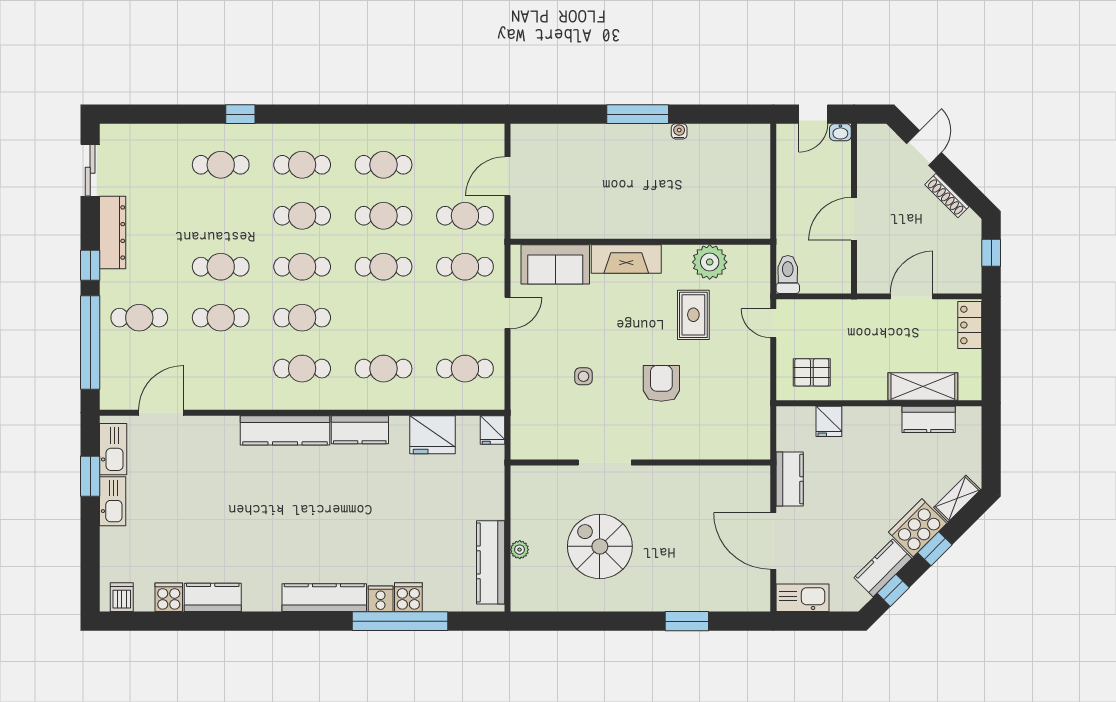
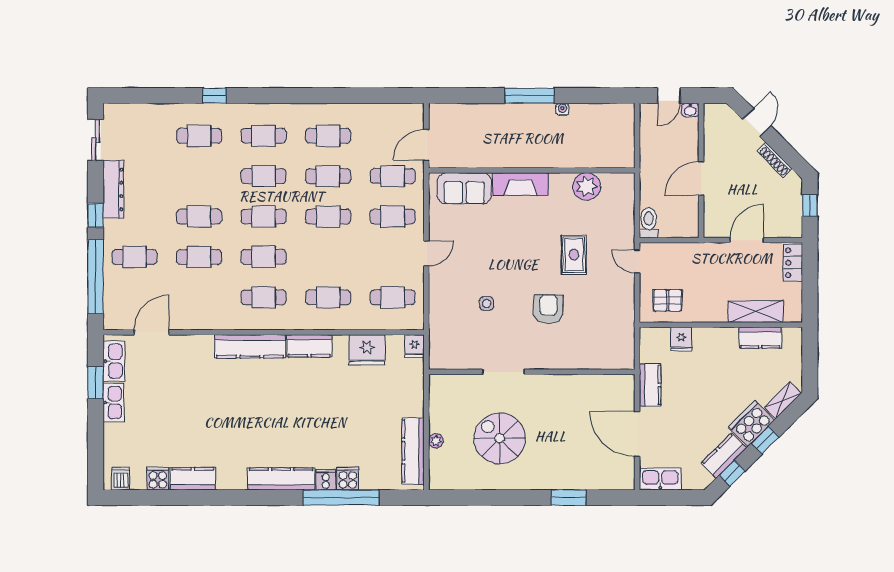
wall: (640, 242) -> (532, 170), moved
fireplace: (626, 259) -> (521, 184), moved
plant: (710, 262) -> (587, 187), moved
sofa: (555, 264) -> (464, 188), moved

